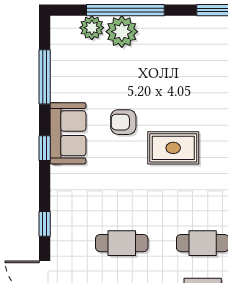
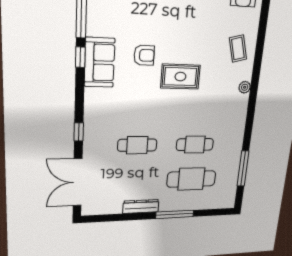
armchair: (123, 122) -> (144, 55), turned 180
window: (45, 148) -> (80, 57), moved

